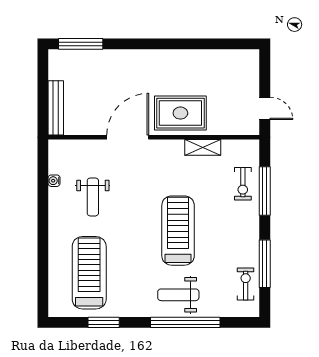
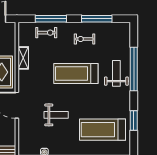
weight bench: (93, 197) -> (56, 115), moved
exercise bike: (246, 284) -> (84, 39), moved
weight bench: (178, 295) -> (116, 73), turned 180

